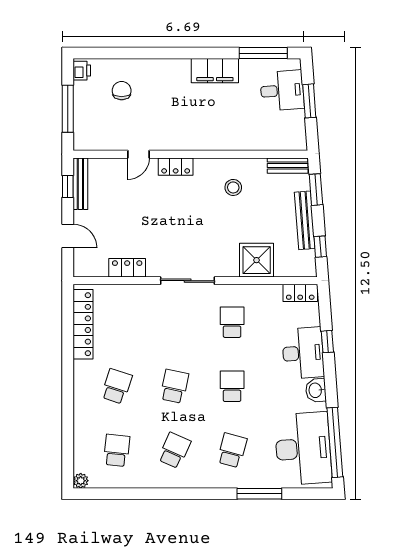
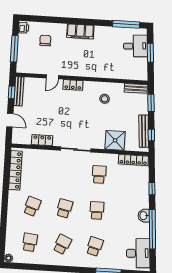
filing cabinet: (215, 71) -> (80, 31), moved
bench: (305, 220) -> (144, 131), moved
locker: (300, 293) -> (133, 160), width x1.53
desk: (303, 353) -> (138, 194), removed
window: (335, 442) -> (152, 229), moved
desk: (303, 449) -> (138, 253), width x0.73, depth x0.77

